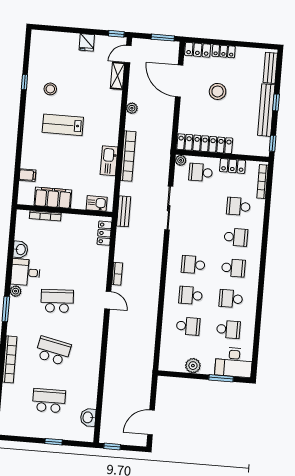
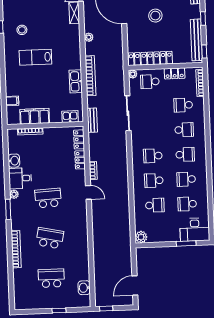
bench: (266, 110) -> (196, 40), moved
locker: (103, 259) -> (80, 160), added
school desk: (228, 329) -> (187, 204), turned 180
plant: (193, 366) -> (141, 237), moved

